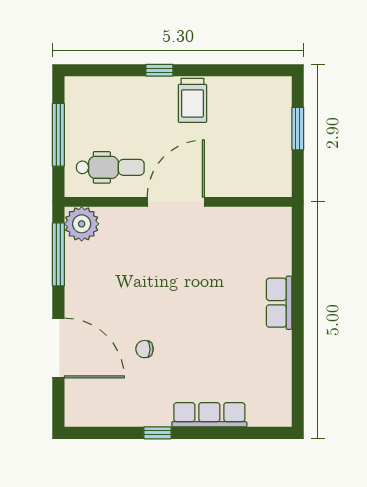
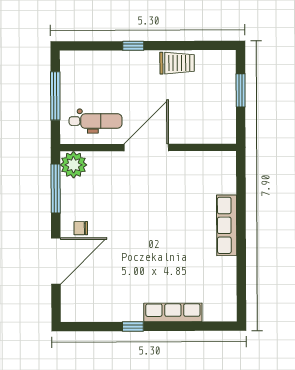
trolley: (192, 100) -> (177, 63), moved, turned -90
row of seats: (279, 303) -> (227, 225), width x1.48
door: (58, 348) -> (56, 261), hinge flipped
chair: (144, 349) -> (81, 228), moved

